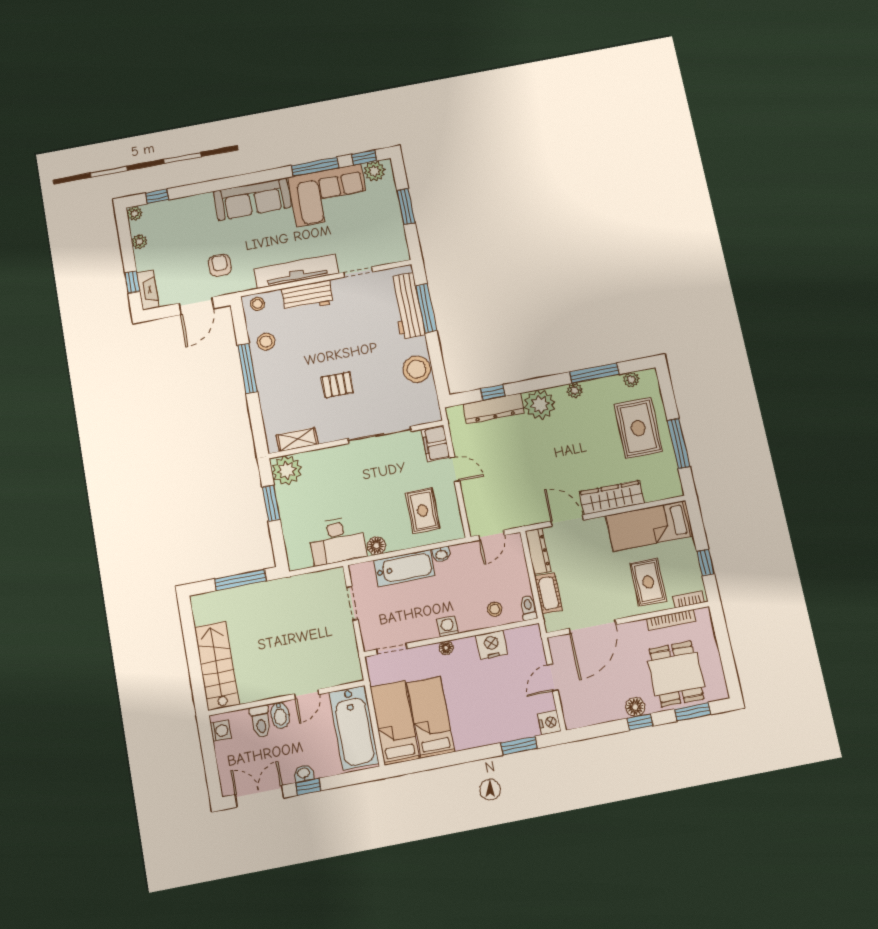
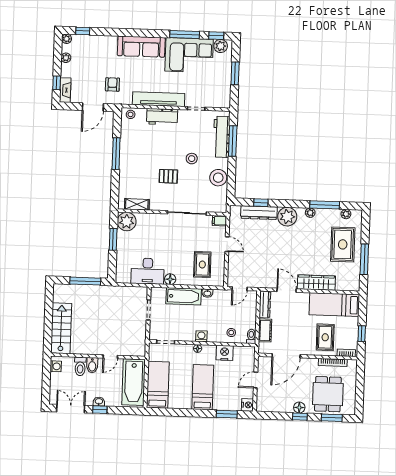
stool: (266, 342) -> (192, 159), moved
filing cabinet: (436, 443) -> (219, 221), width x0.50
bed: (431, 717) -> (203, 387), moved

